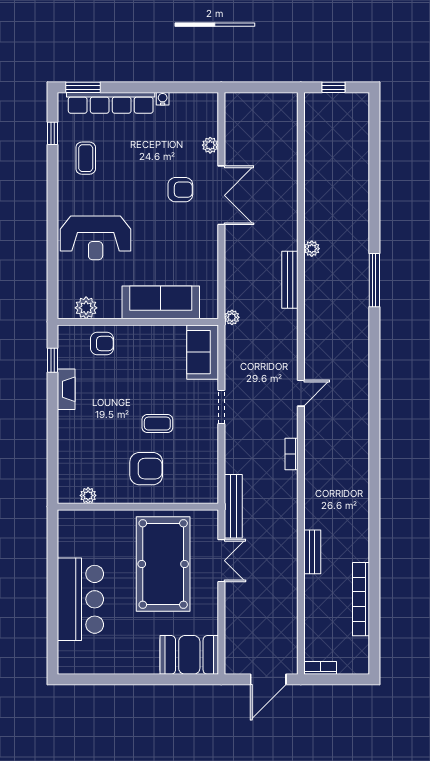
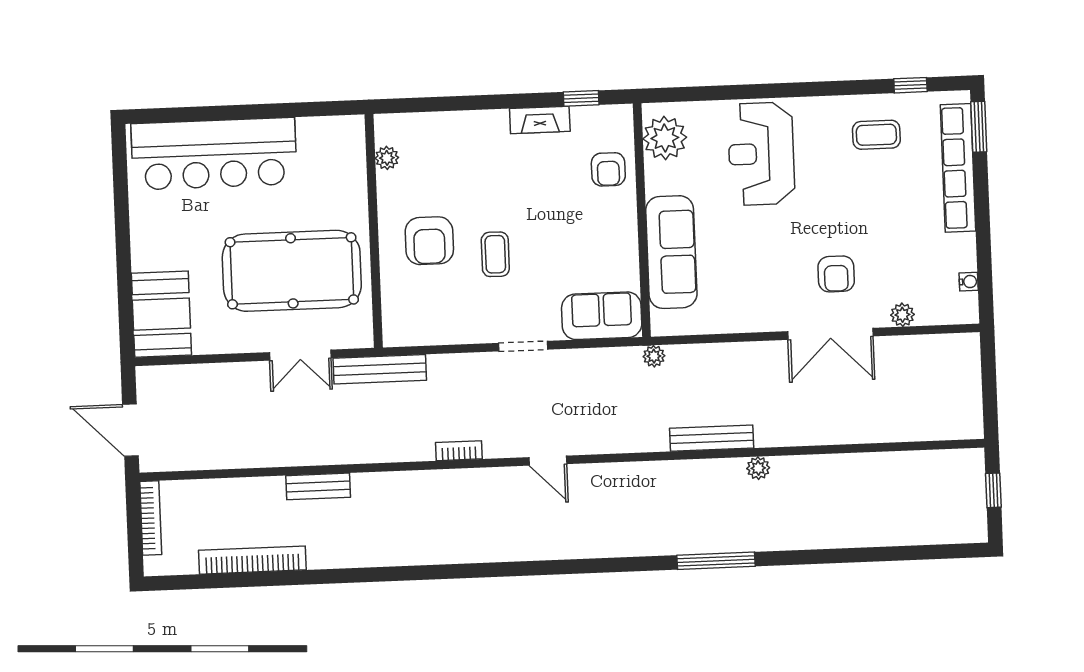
water cooler: (163, 99) -> (969, 282), moved
plant: (86, 308) -> (665, 138), width x1.36, depth x1.36
bar counter: (80, 599) -> (214, 154), width x1.36
bookcase: (320, 668) -> (151, 518), width x1.56

